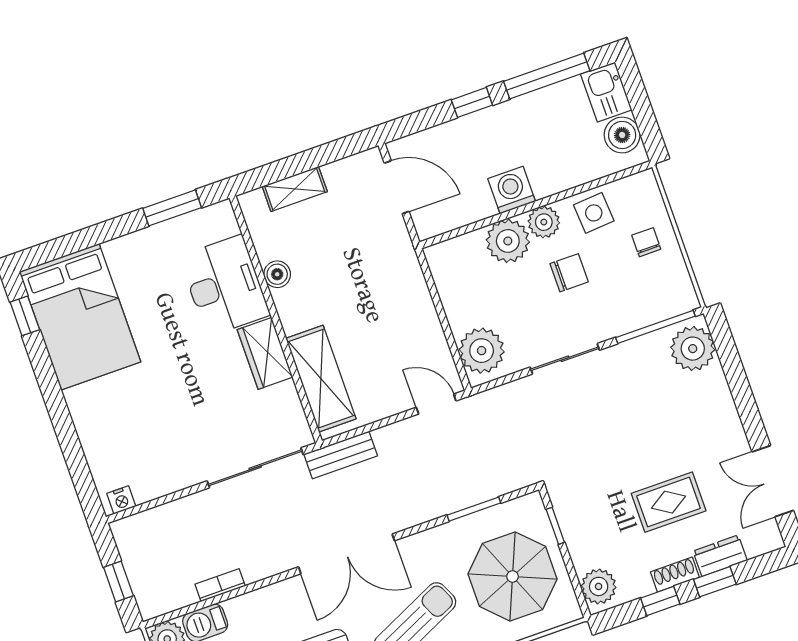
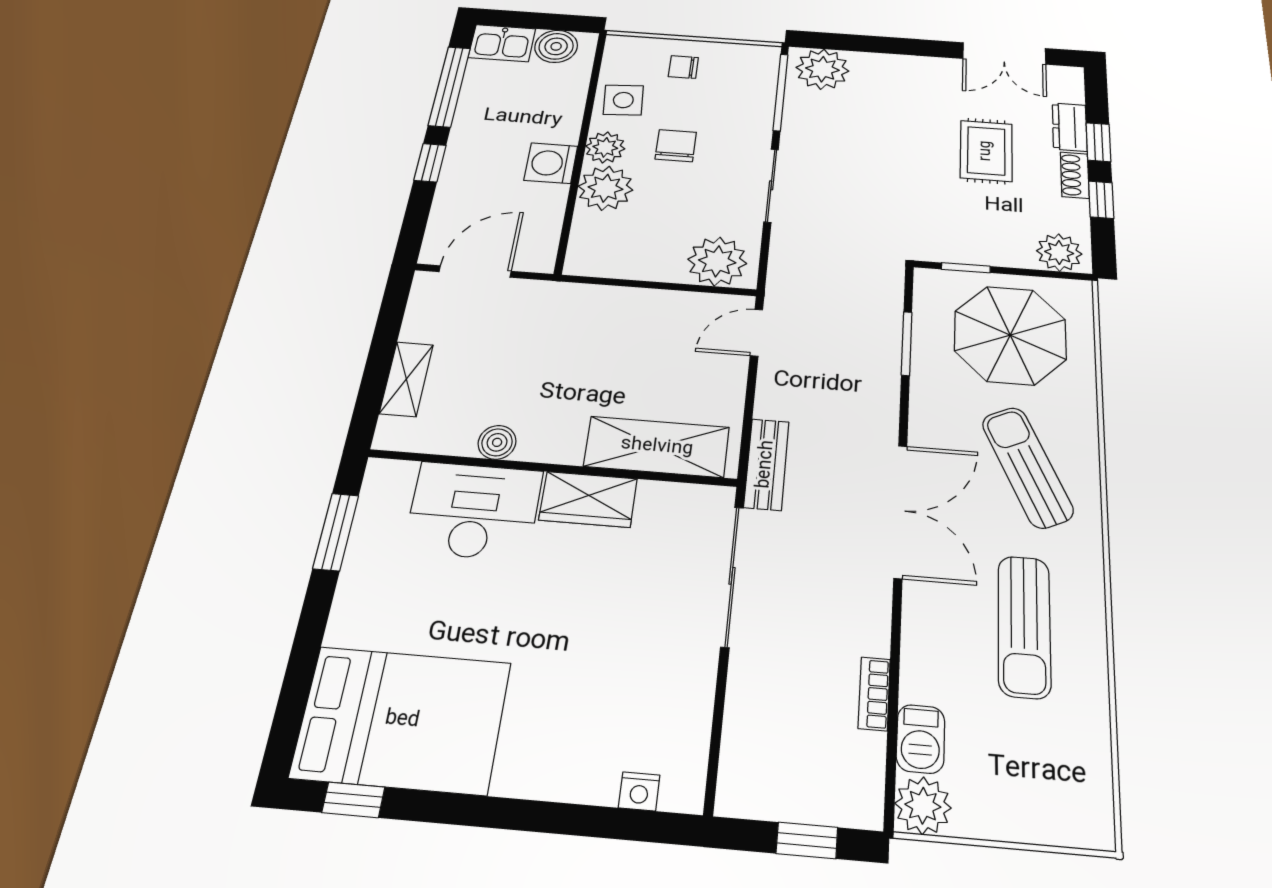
nightstand: (121, 500) -> (639, 791), moved, turned 90

